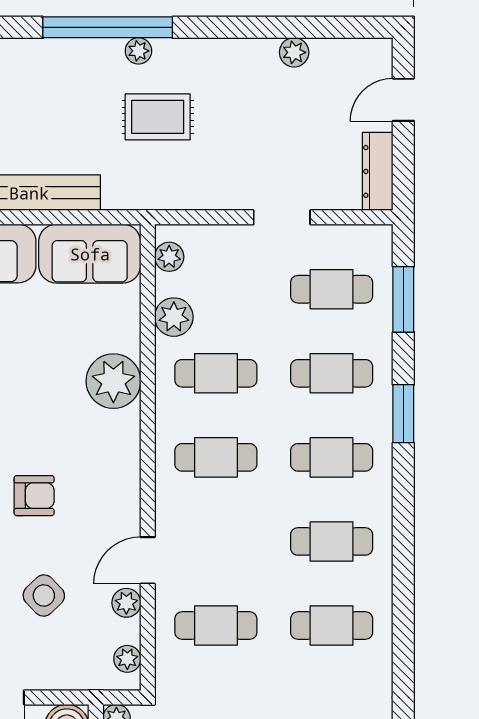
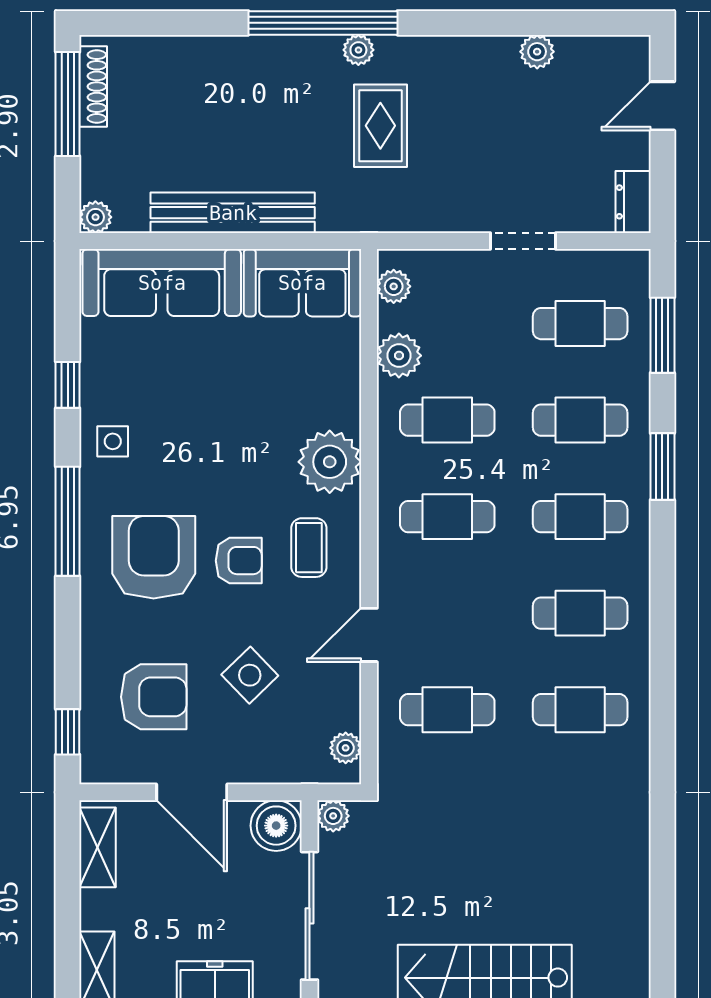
rug: (158, 117) -> (380, 126), turned 90
dresser: (378, 171) -> (633, 202), width x0.70
plant: (113, 381) -> (330, 462), moved
coffee table: (95, 484) -> (309, 548), added
plant: (126, 603) -> (344, 684), removed

